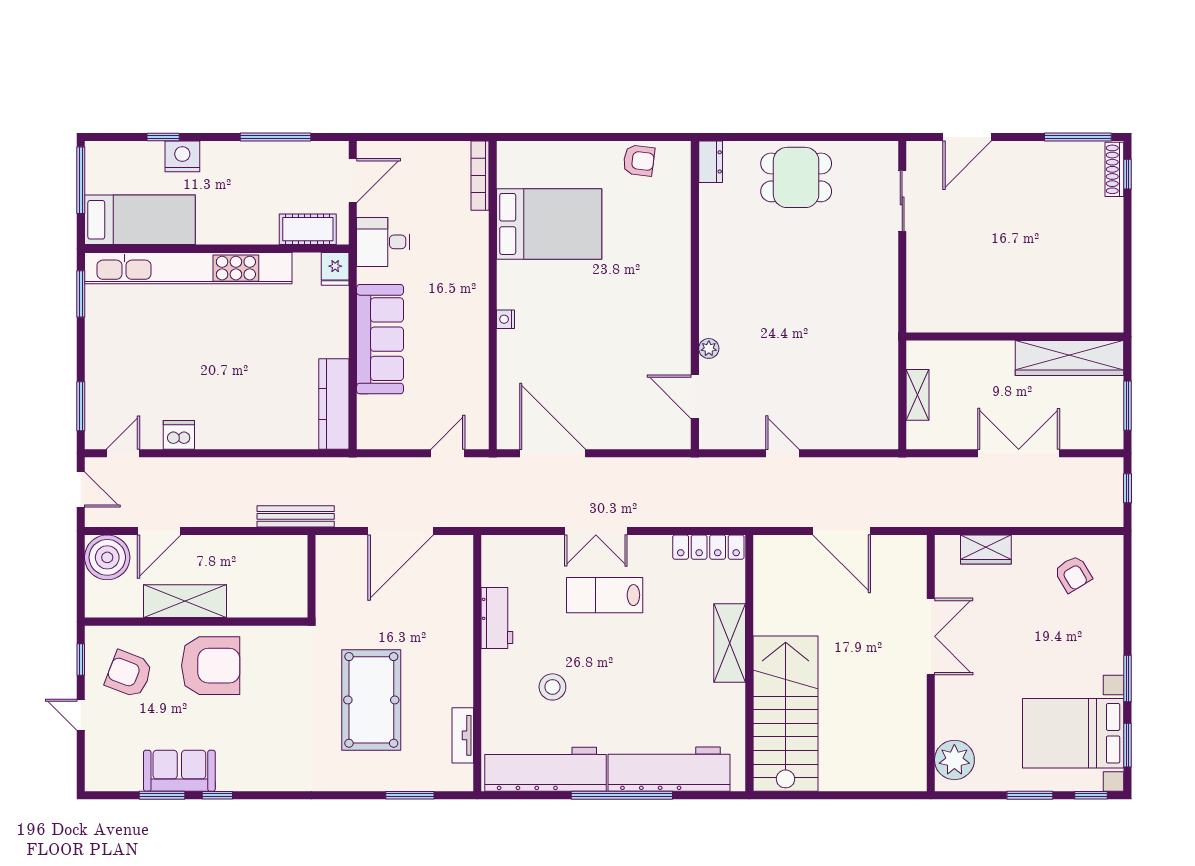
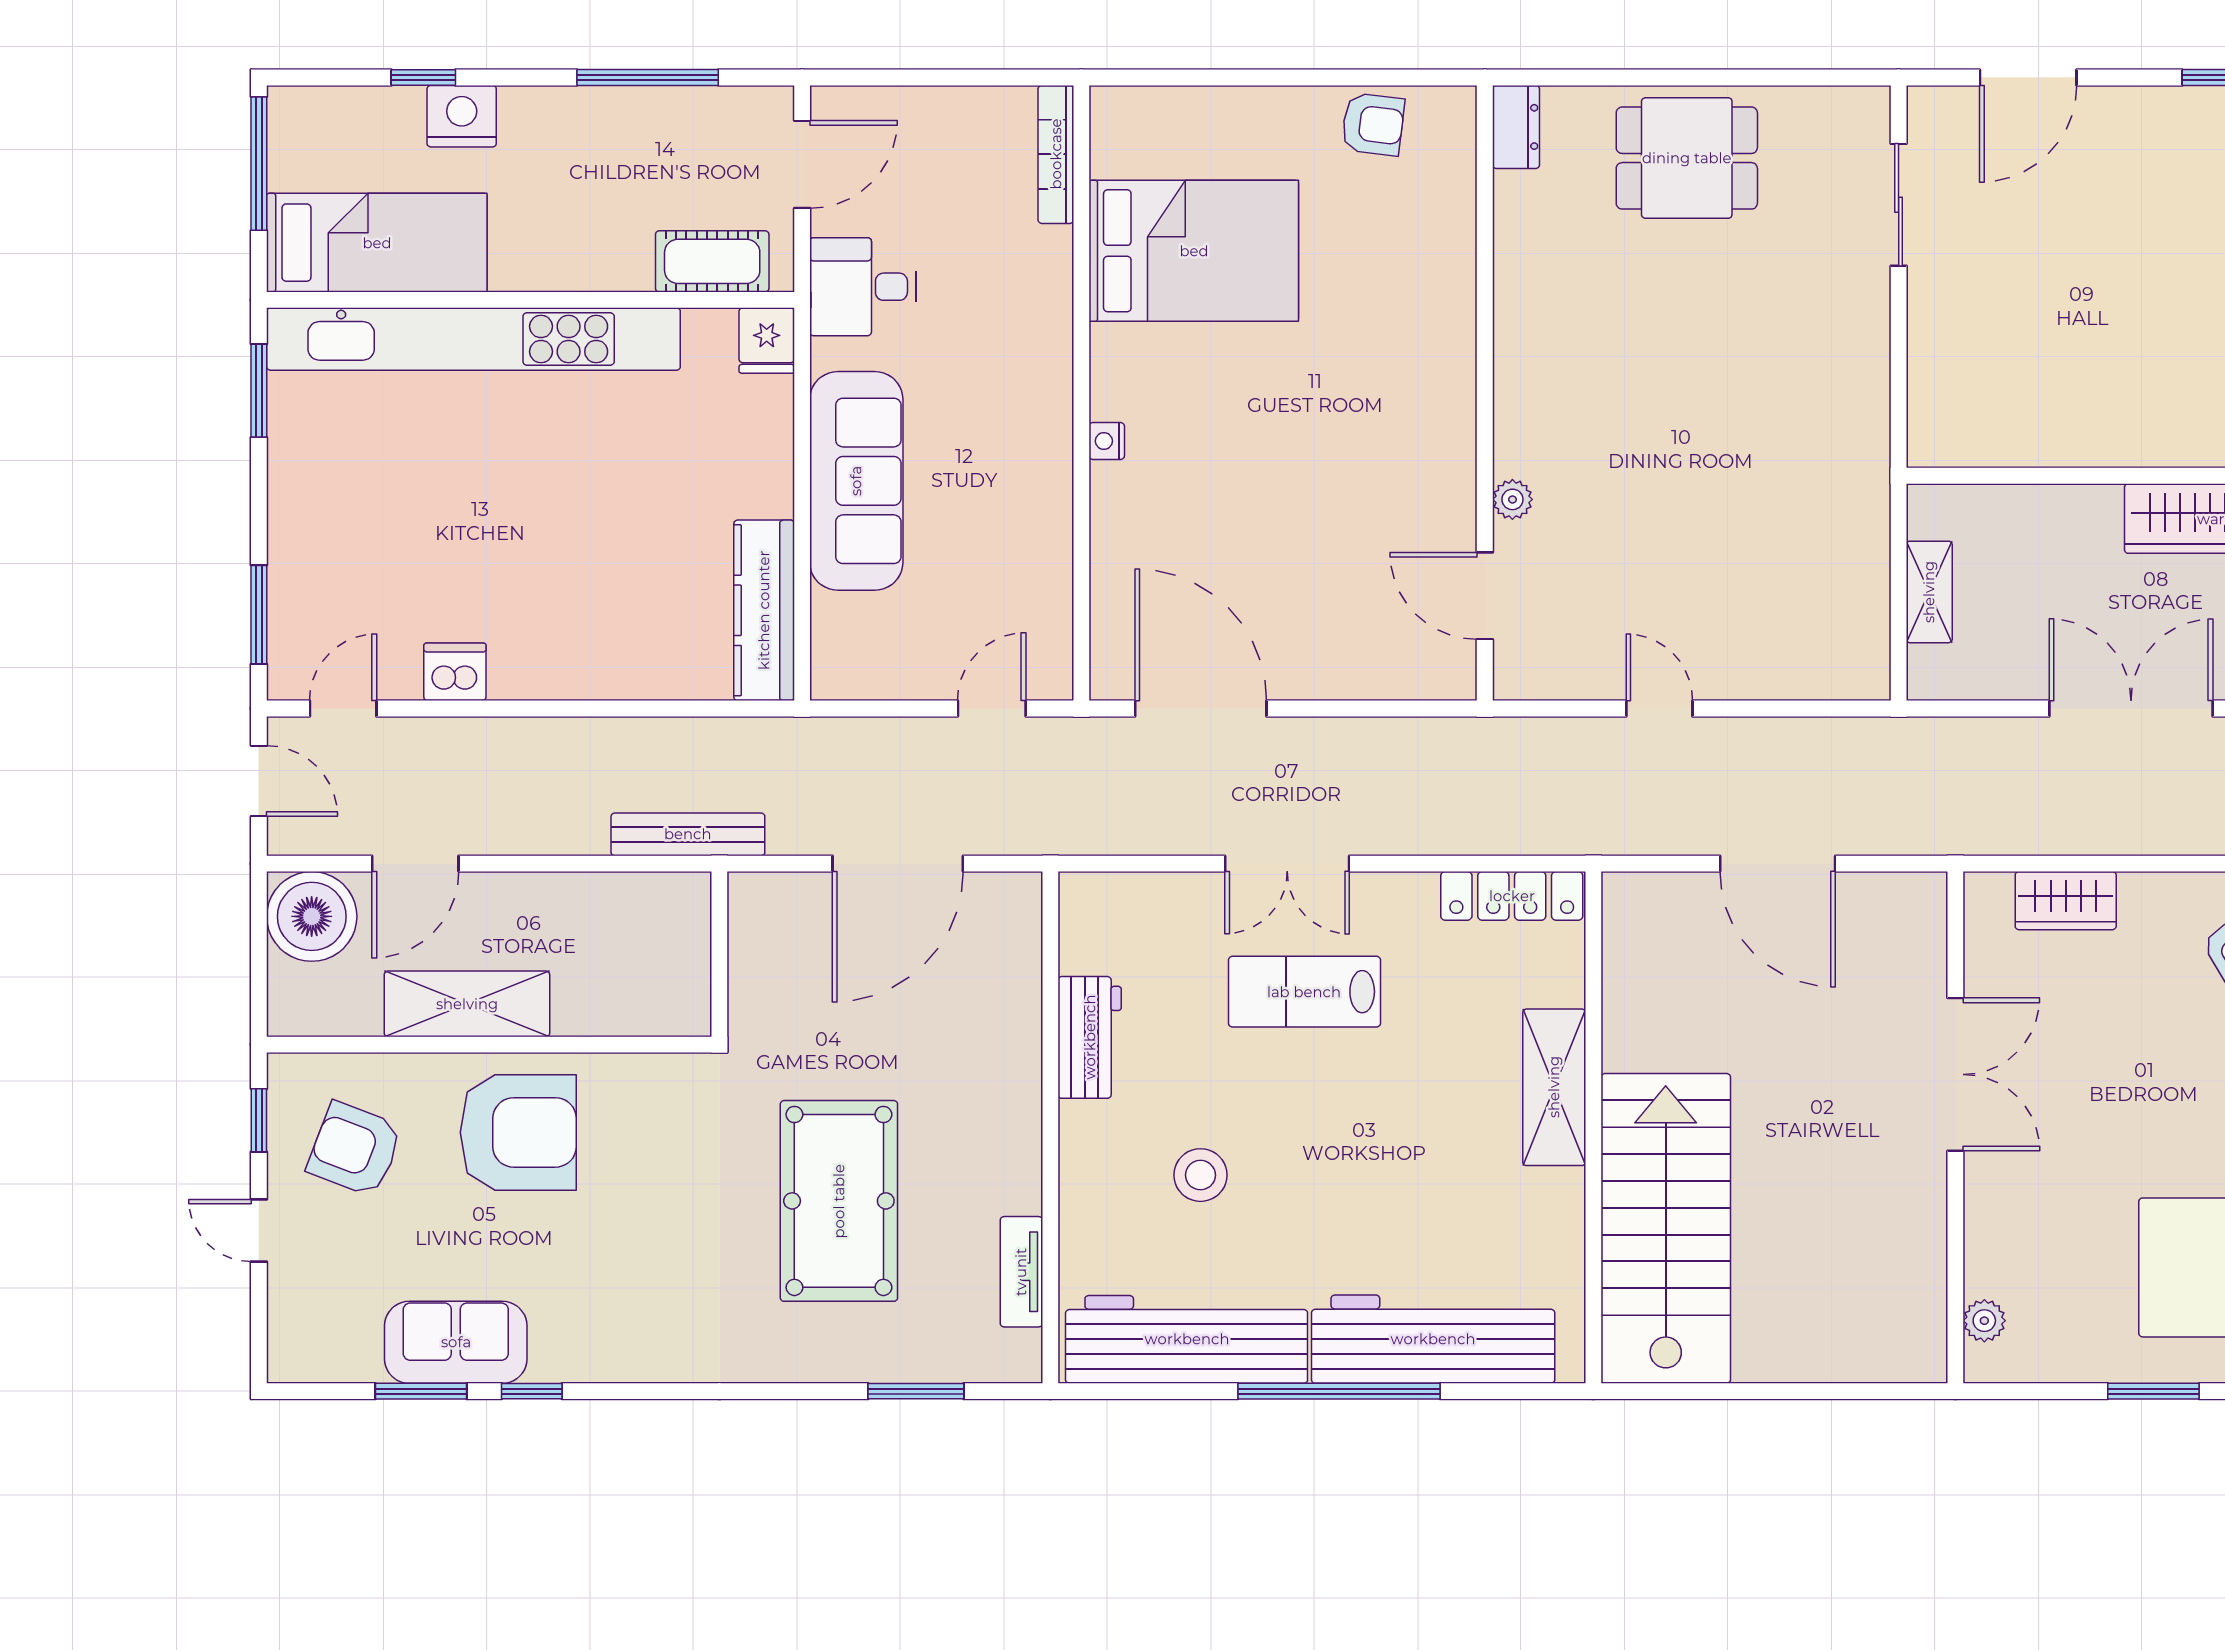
plant: (954, 760) -> (1984, 1321), width x0.53, depth x0.53

